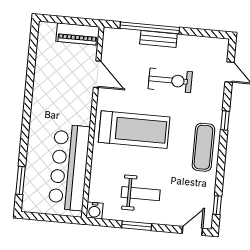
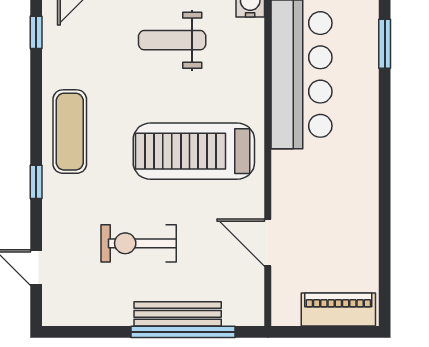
piano: (78, 34) -> (338, 309), moved
bench: (158, 39) -> (178, 314), width x1.36

